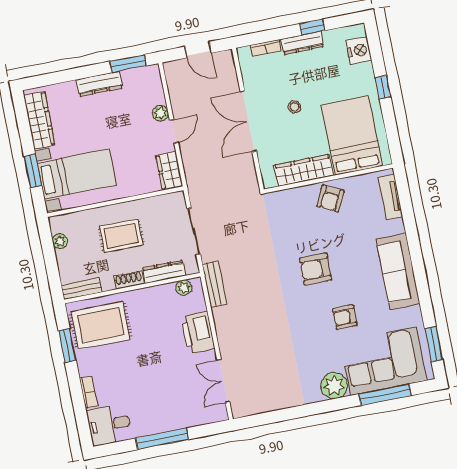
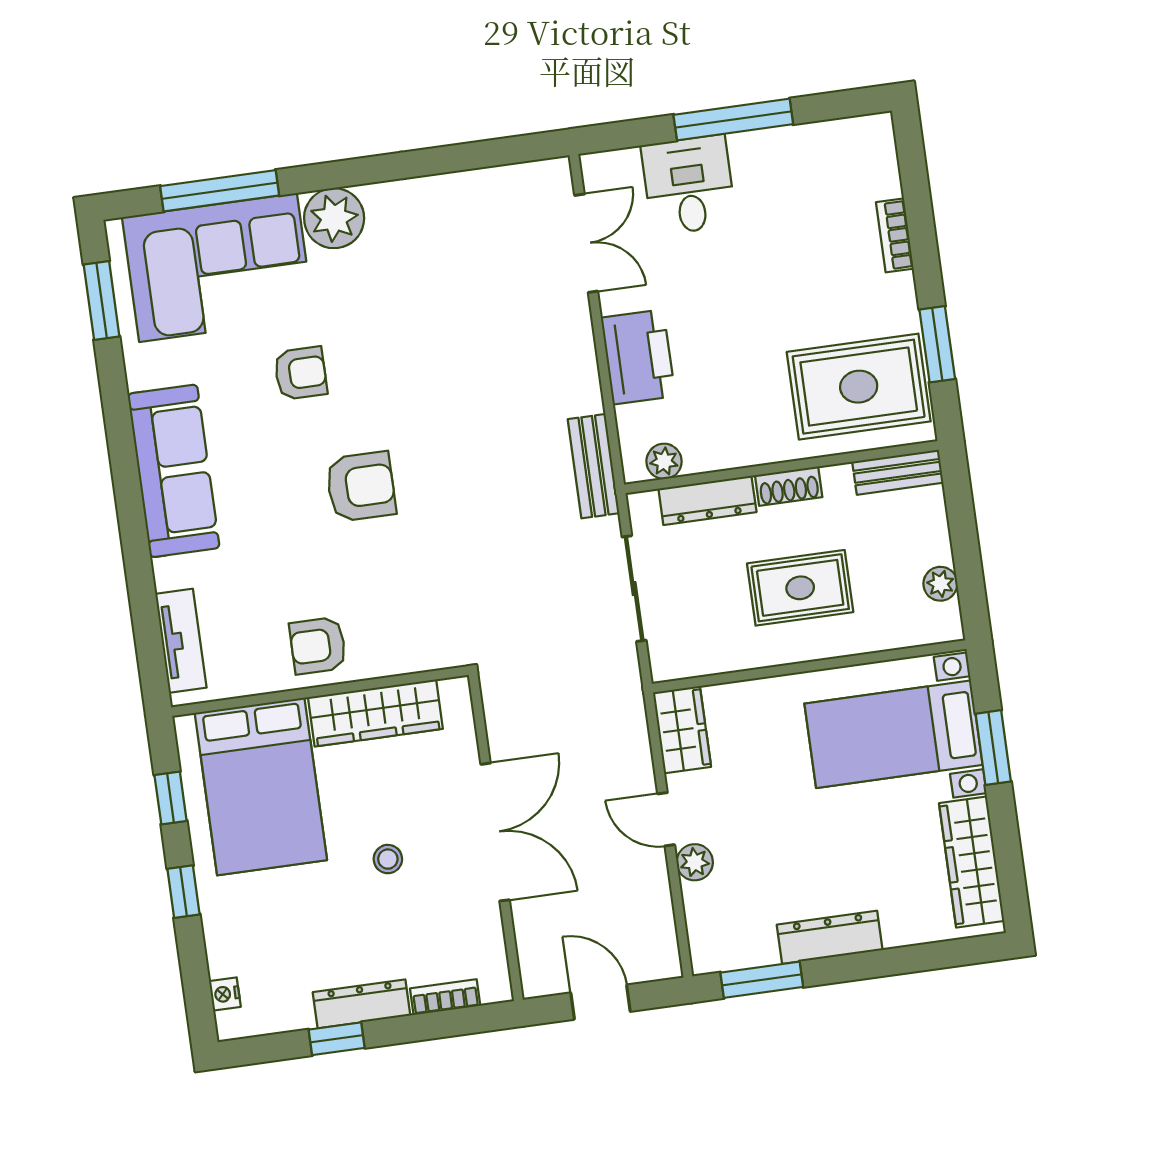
nightstand: (359, 50) -> (225, 994), width x0.53, depth x0.56
window: (391, 128) -> (171, 798), added
door: (174, 131) -> (666, 819), hinge flipped
armchair: (330, 198) -> (318, 646), turned -117
desk: (109, 425) -> (689, 185), moved, turned -90

